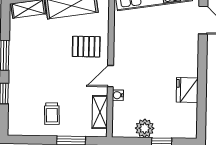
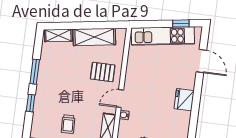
fridge: (187, 90) -> (184, 100), moved

